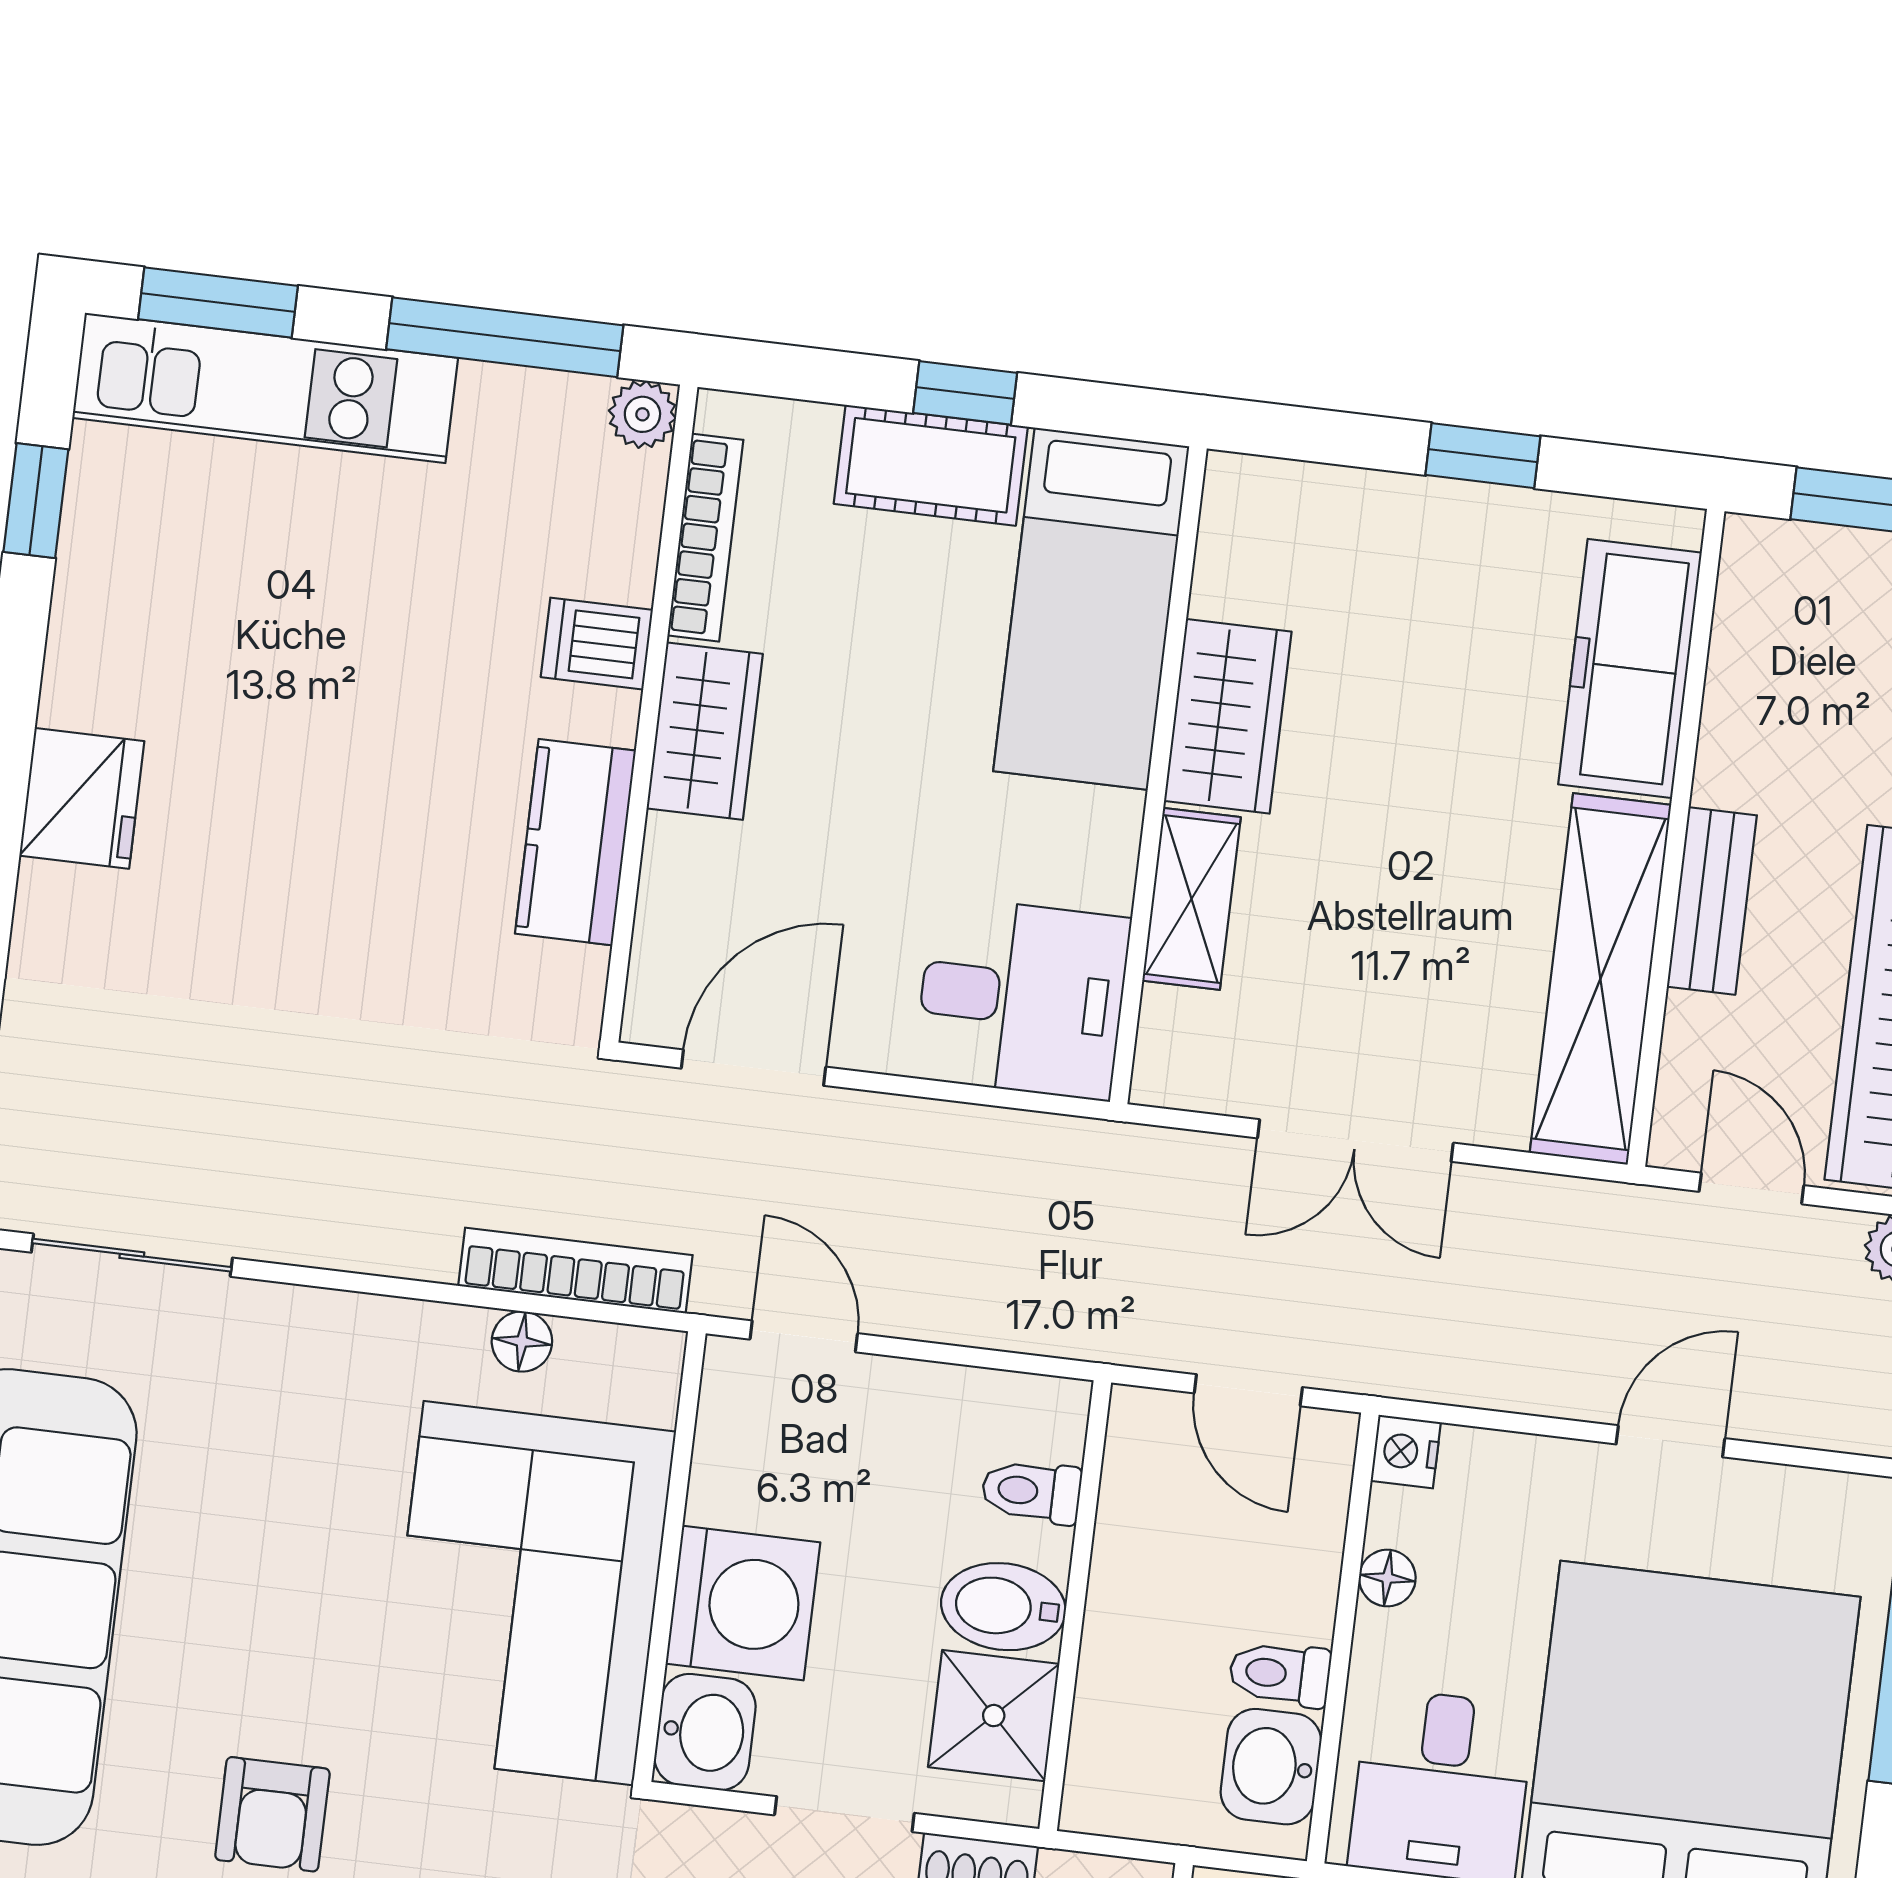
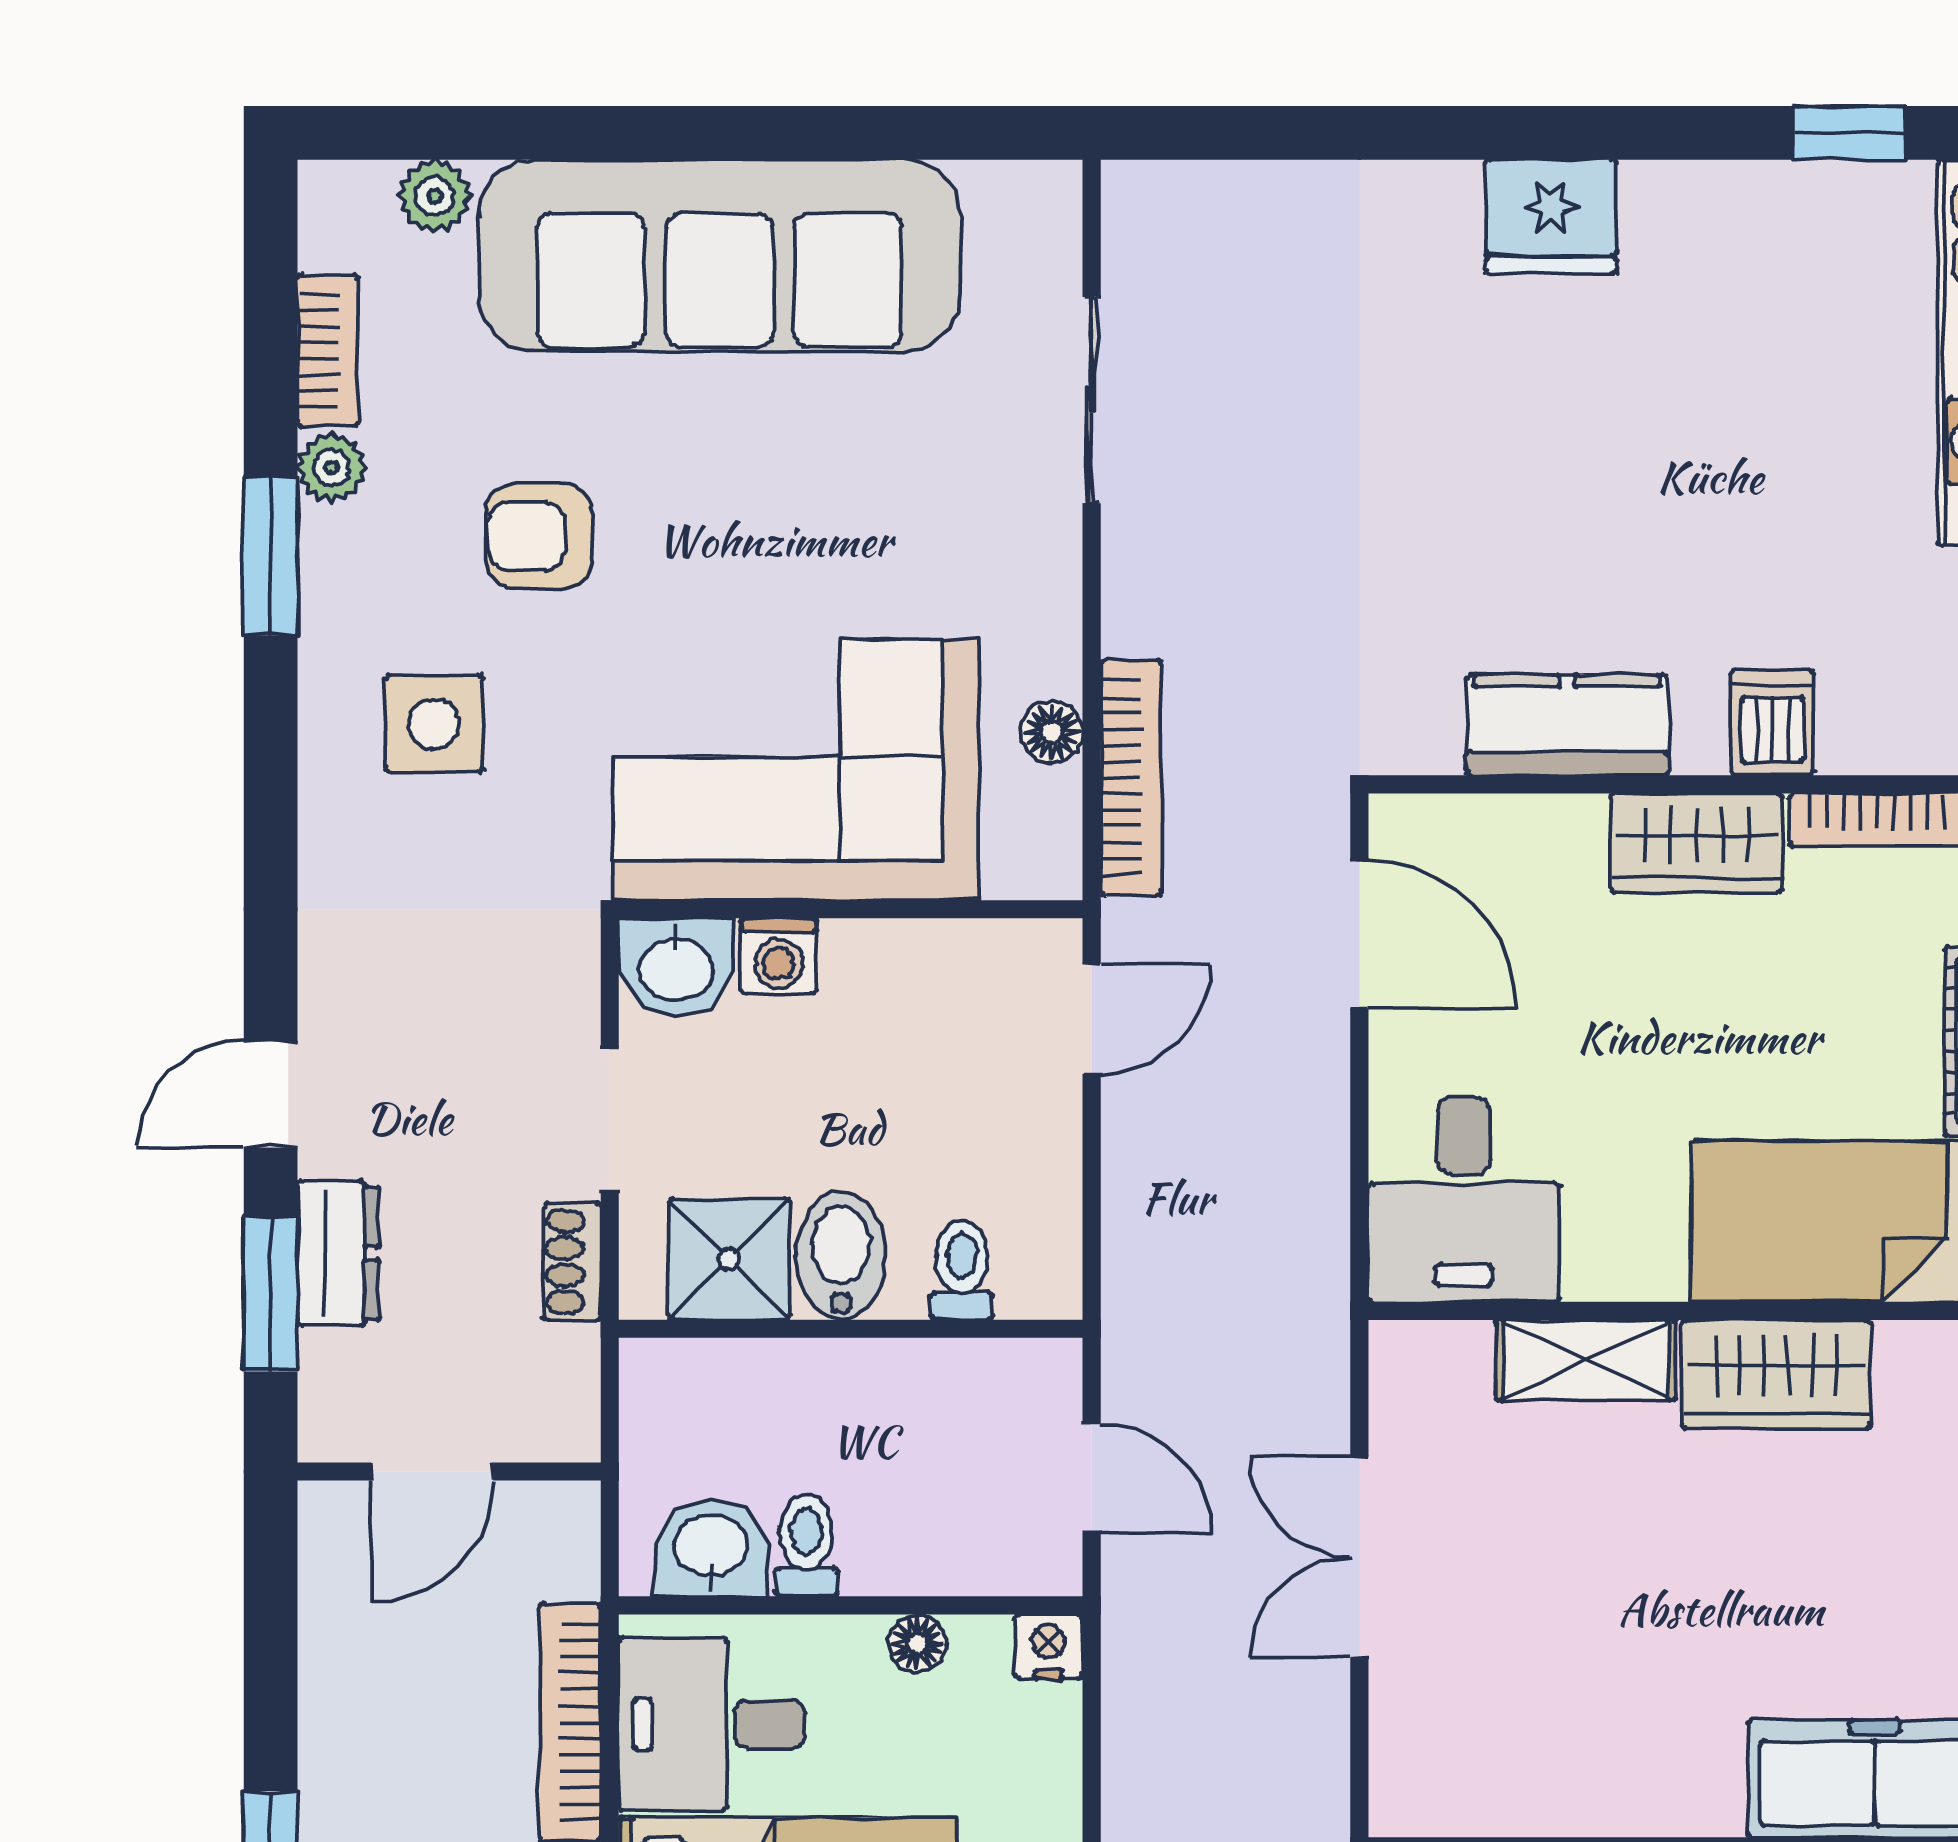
shelving: (1600, 979) -> (1554, 1787), removed
sliding door: (132, 1255) -> (1092, 400), moved
door: (1248, 1390) -> (1092, 1479), swing flipped
washing machine: (743, 1603) -> (779, 956), width x0.53, depth x0.53

